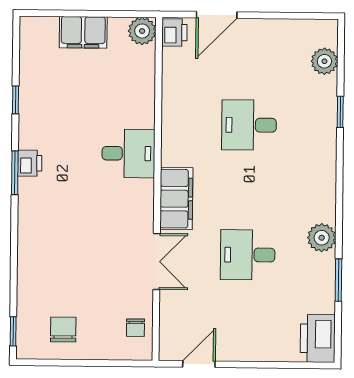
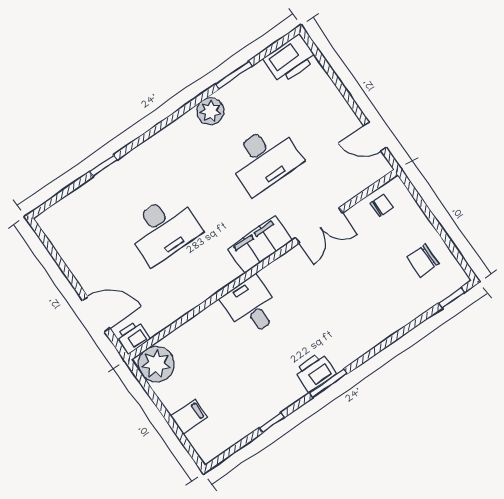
plant: (142, 31) -> (156, 364), width x1.36, depth x1.36
filing cabinet: (83, 32) -> (189, 417), width x0.50
plant: (324, 61) -> (73, 206), removed
desk: (249, 125) -> (163, 229), width x1.37
printer: (30, 163) -> (315, 372), width x1.36, depth x1.24
desk: (248, 255) -> (264, 159), width x1.37
double door: (157, 261) -> (319, 225), swing flipped

